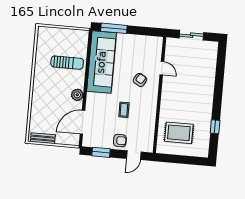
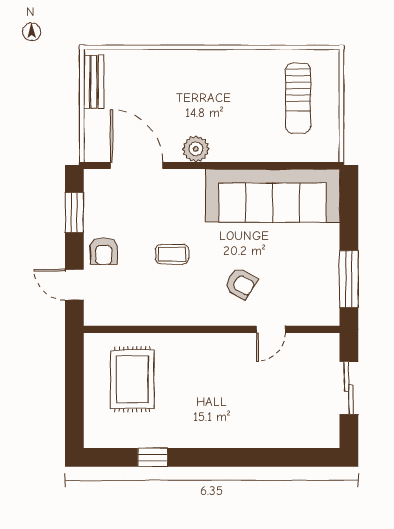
window: (114, 28) -> (349, 279), moved
sun lounger: (67, 63) -> (298, 98), moved

